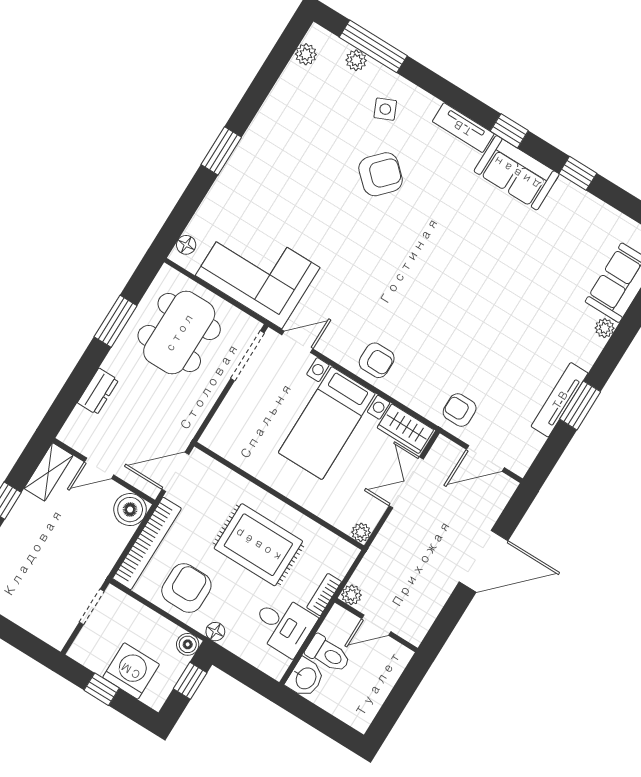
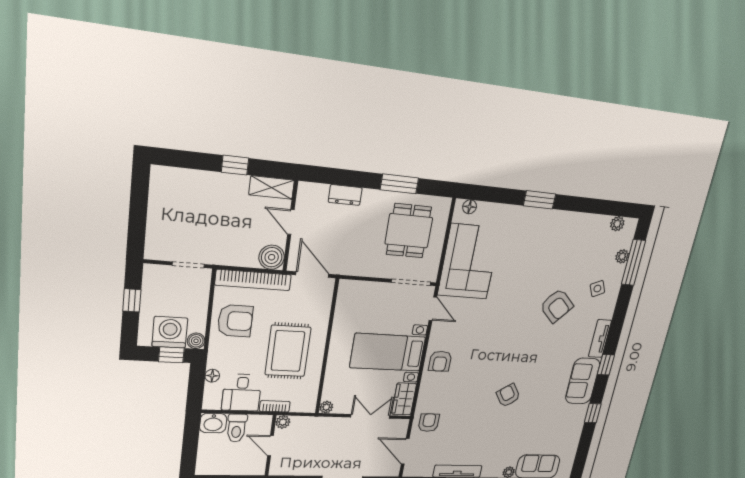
armchair: (480, 286) -> (508, 395), added
dining table: (179, 333) -> (409, 231), width x0.73
floor lamp: (215, 632) -> (212, 376), moved
washing machine: (131, 671) -> (170, 332), moved, turned -90

